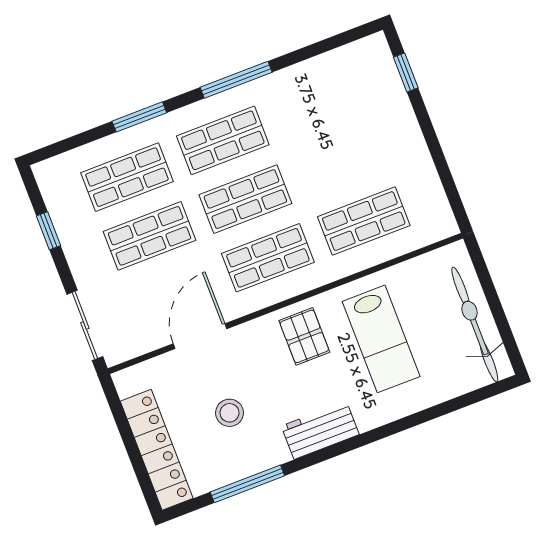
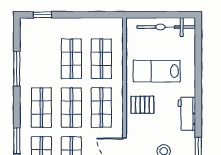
window: (236, 80) -> (17, 69), moved
shop shelf: (341, 162) -> (71, 59), added
lab bench: (381, 339) -> (157, 71), turned 180

